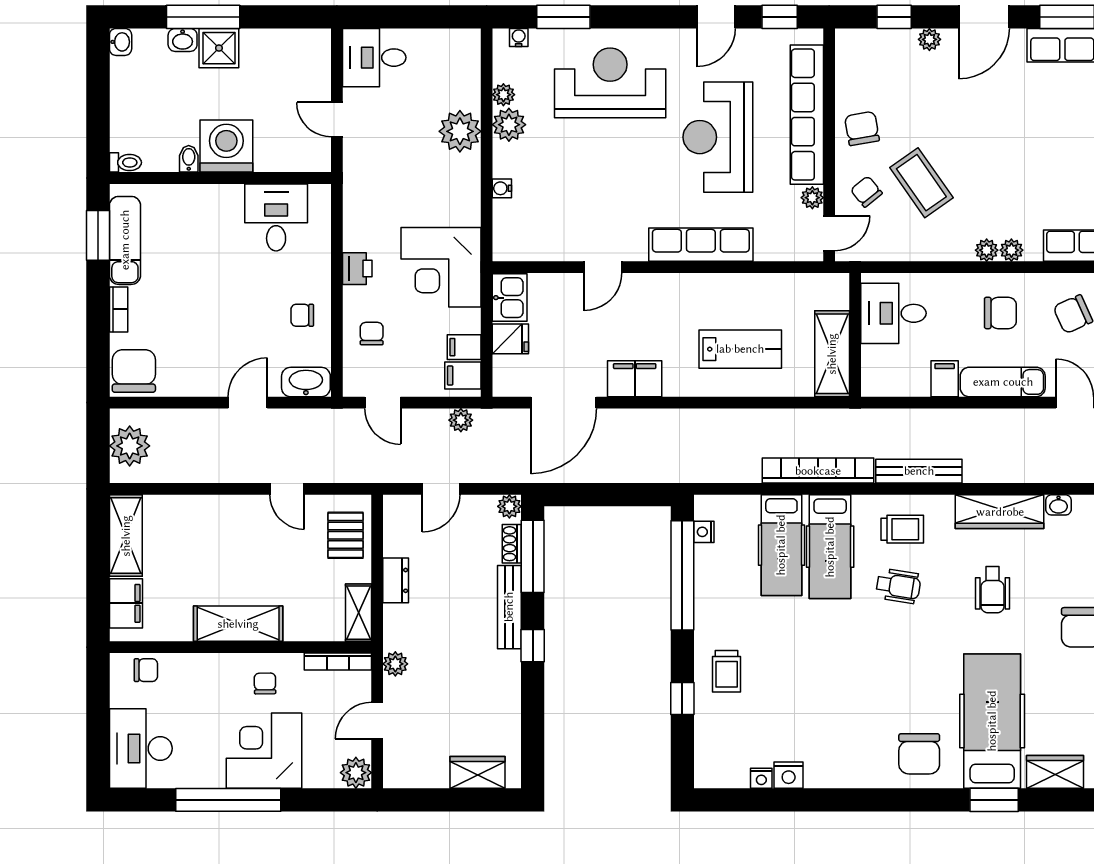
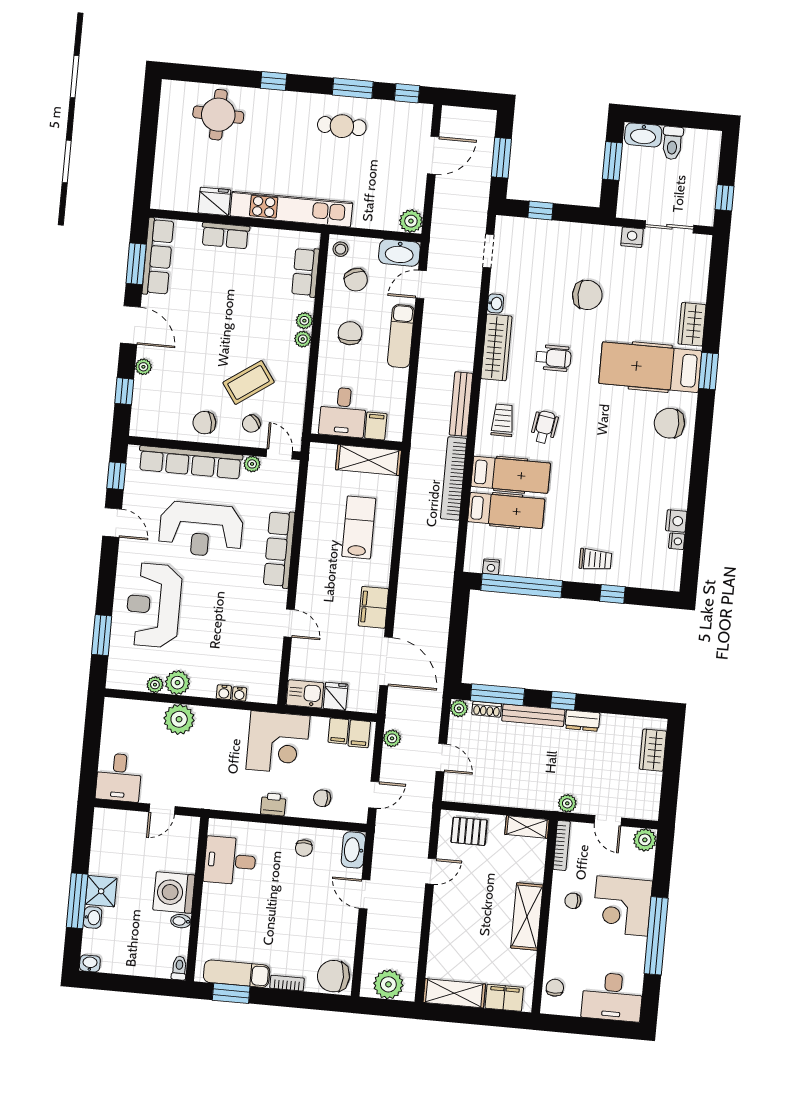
water cooler: (519, 37) -> (239, 694), moved, turned -90
filing cabinet: (945, 379) -> (376, 426), moved, turned 90
dresser: (396, 580) -> (582, 721), moved, turned 180
chair: (919, 754) -> (669, 423), turned 180

